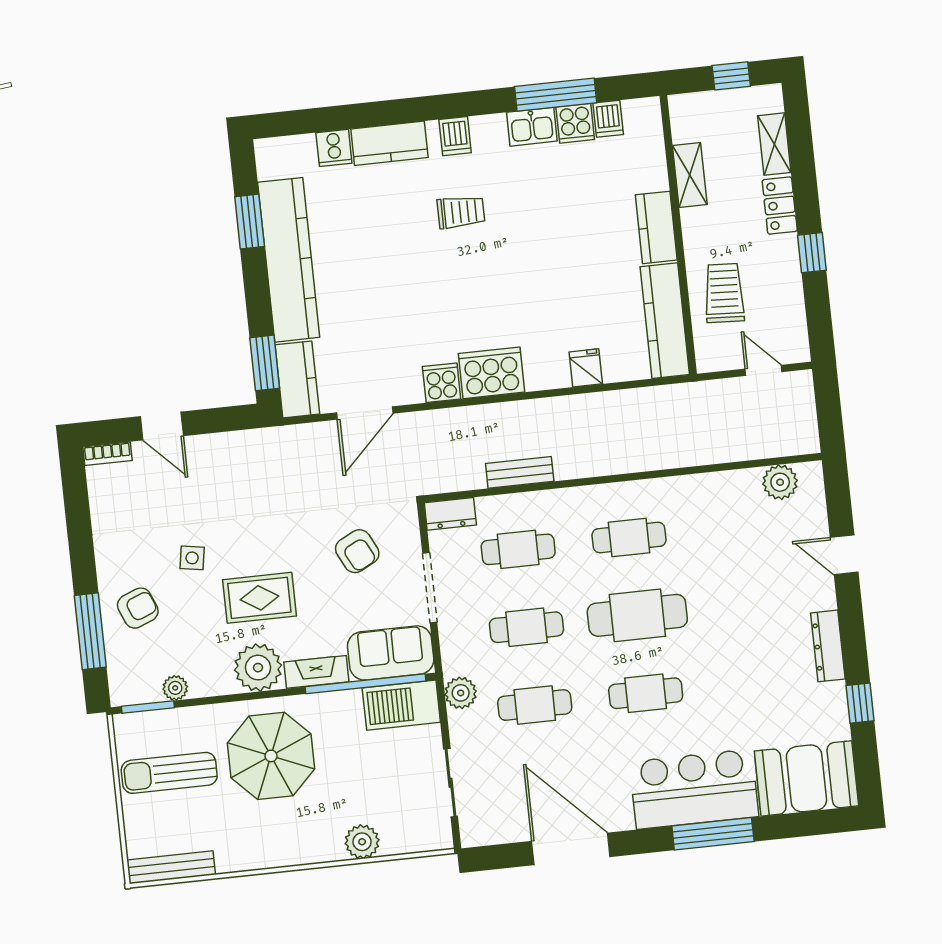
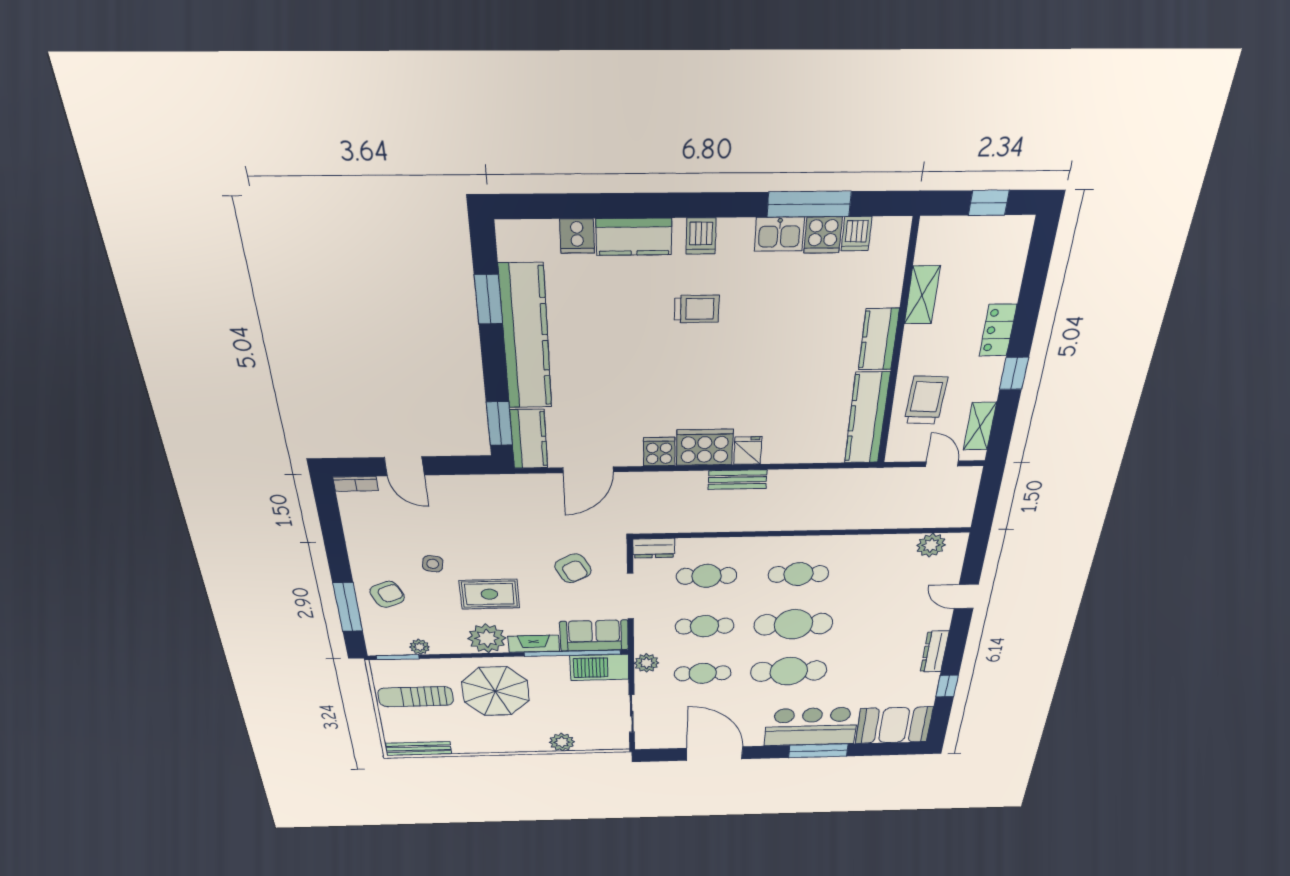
shelving: (774, 144) -> (980, 426), moved
fridge: (586, 368) -> (748, 451), moved
bench: (520, 472) -> (738, 480), moved
cafe table: (646, 693) -> (789, 671), width x1.37, depth x1.35

